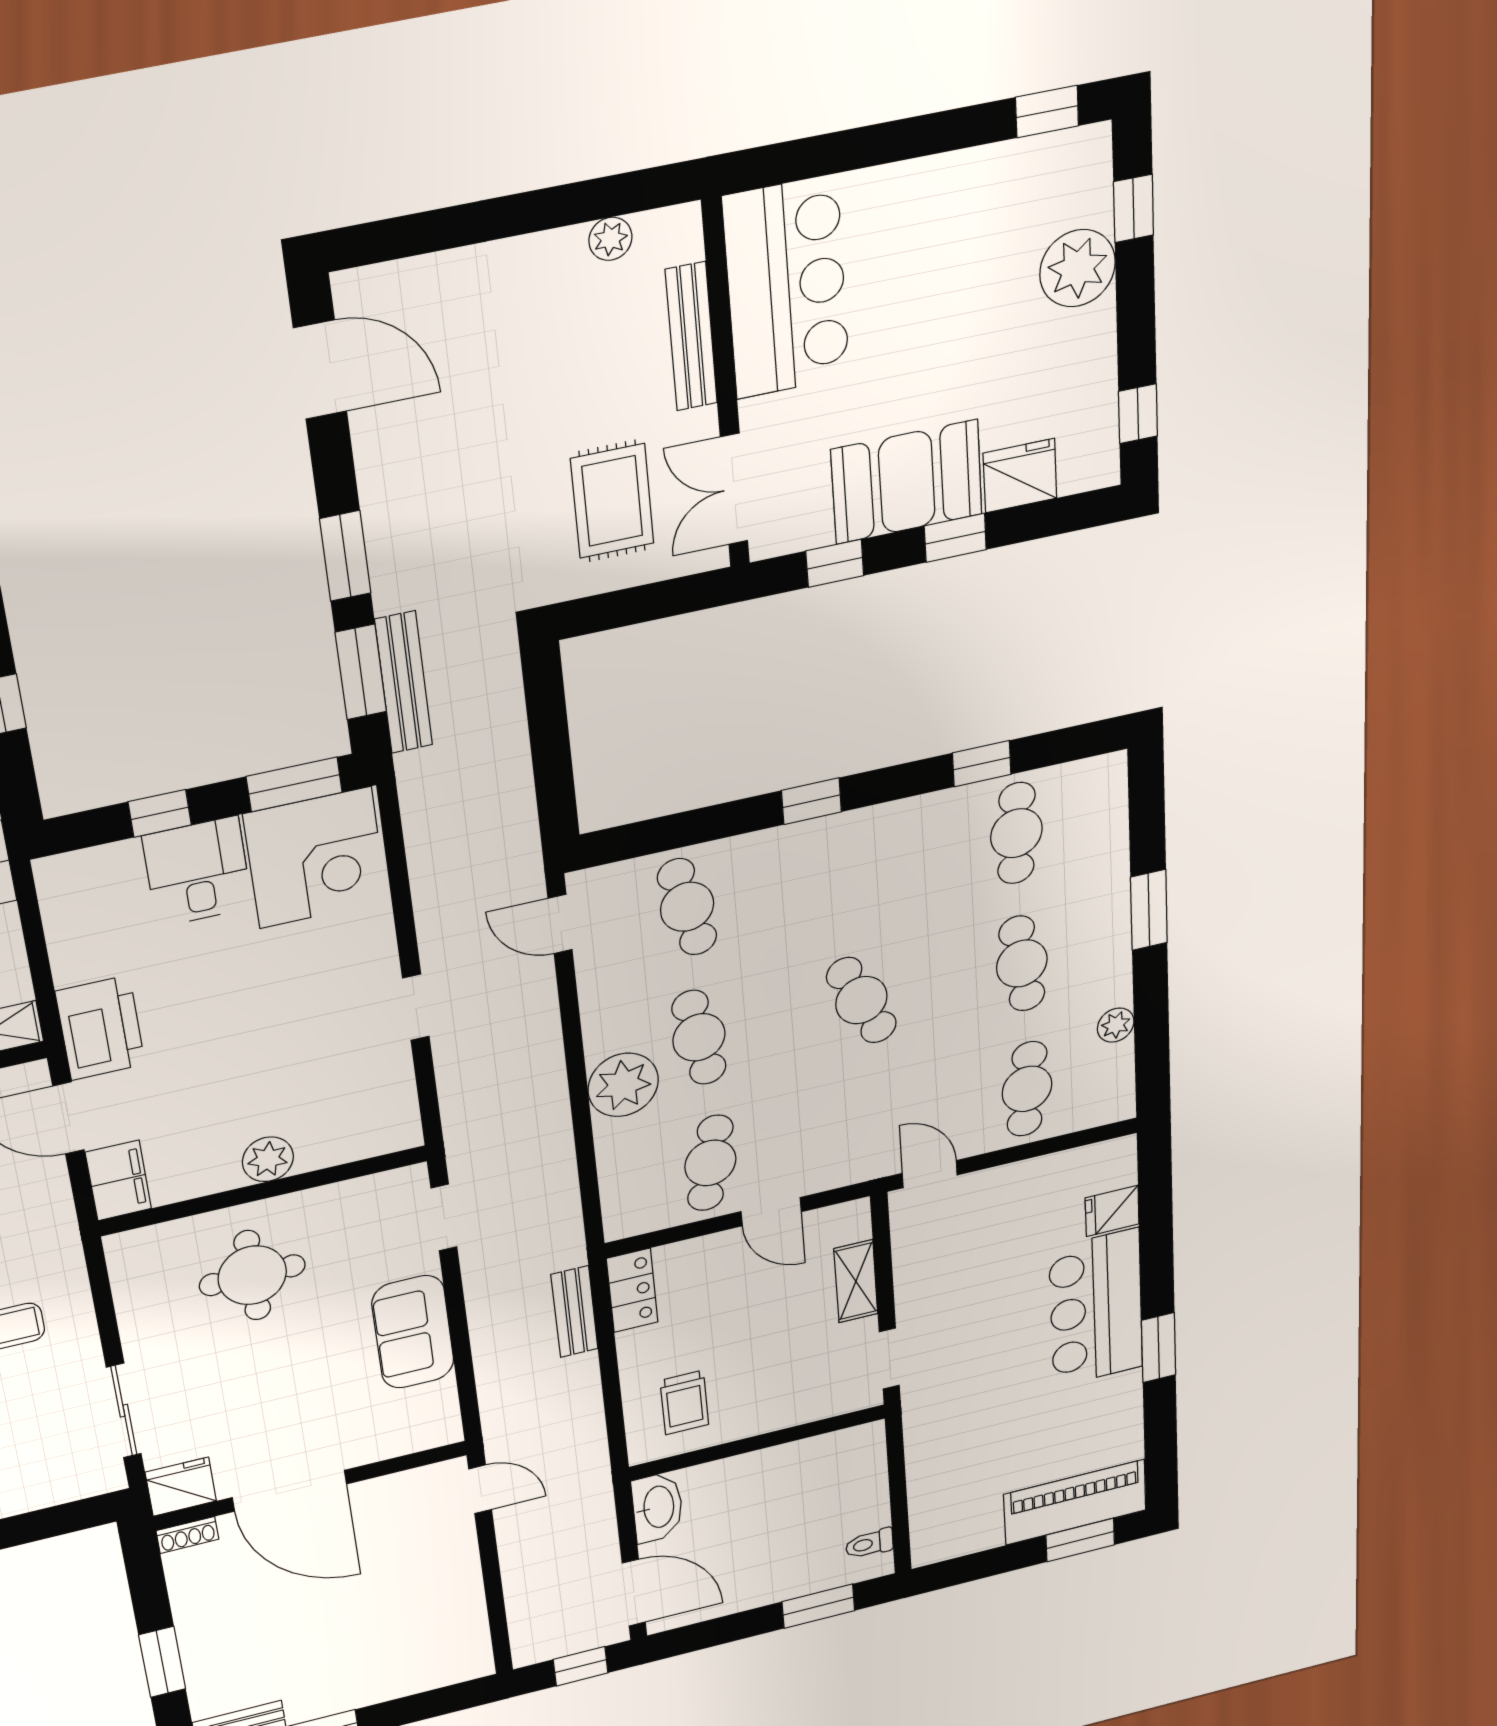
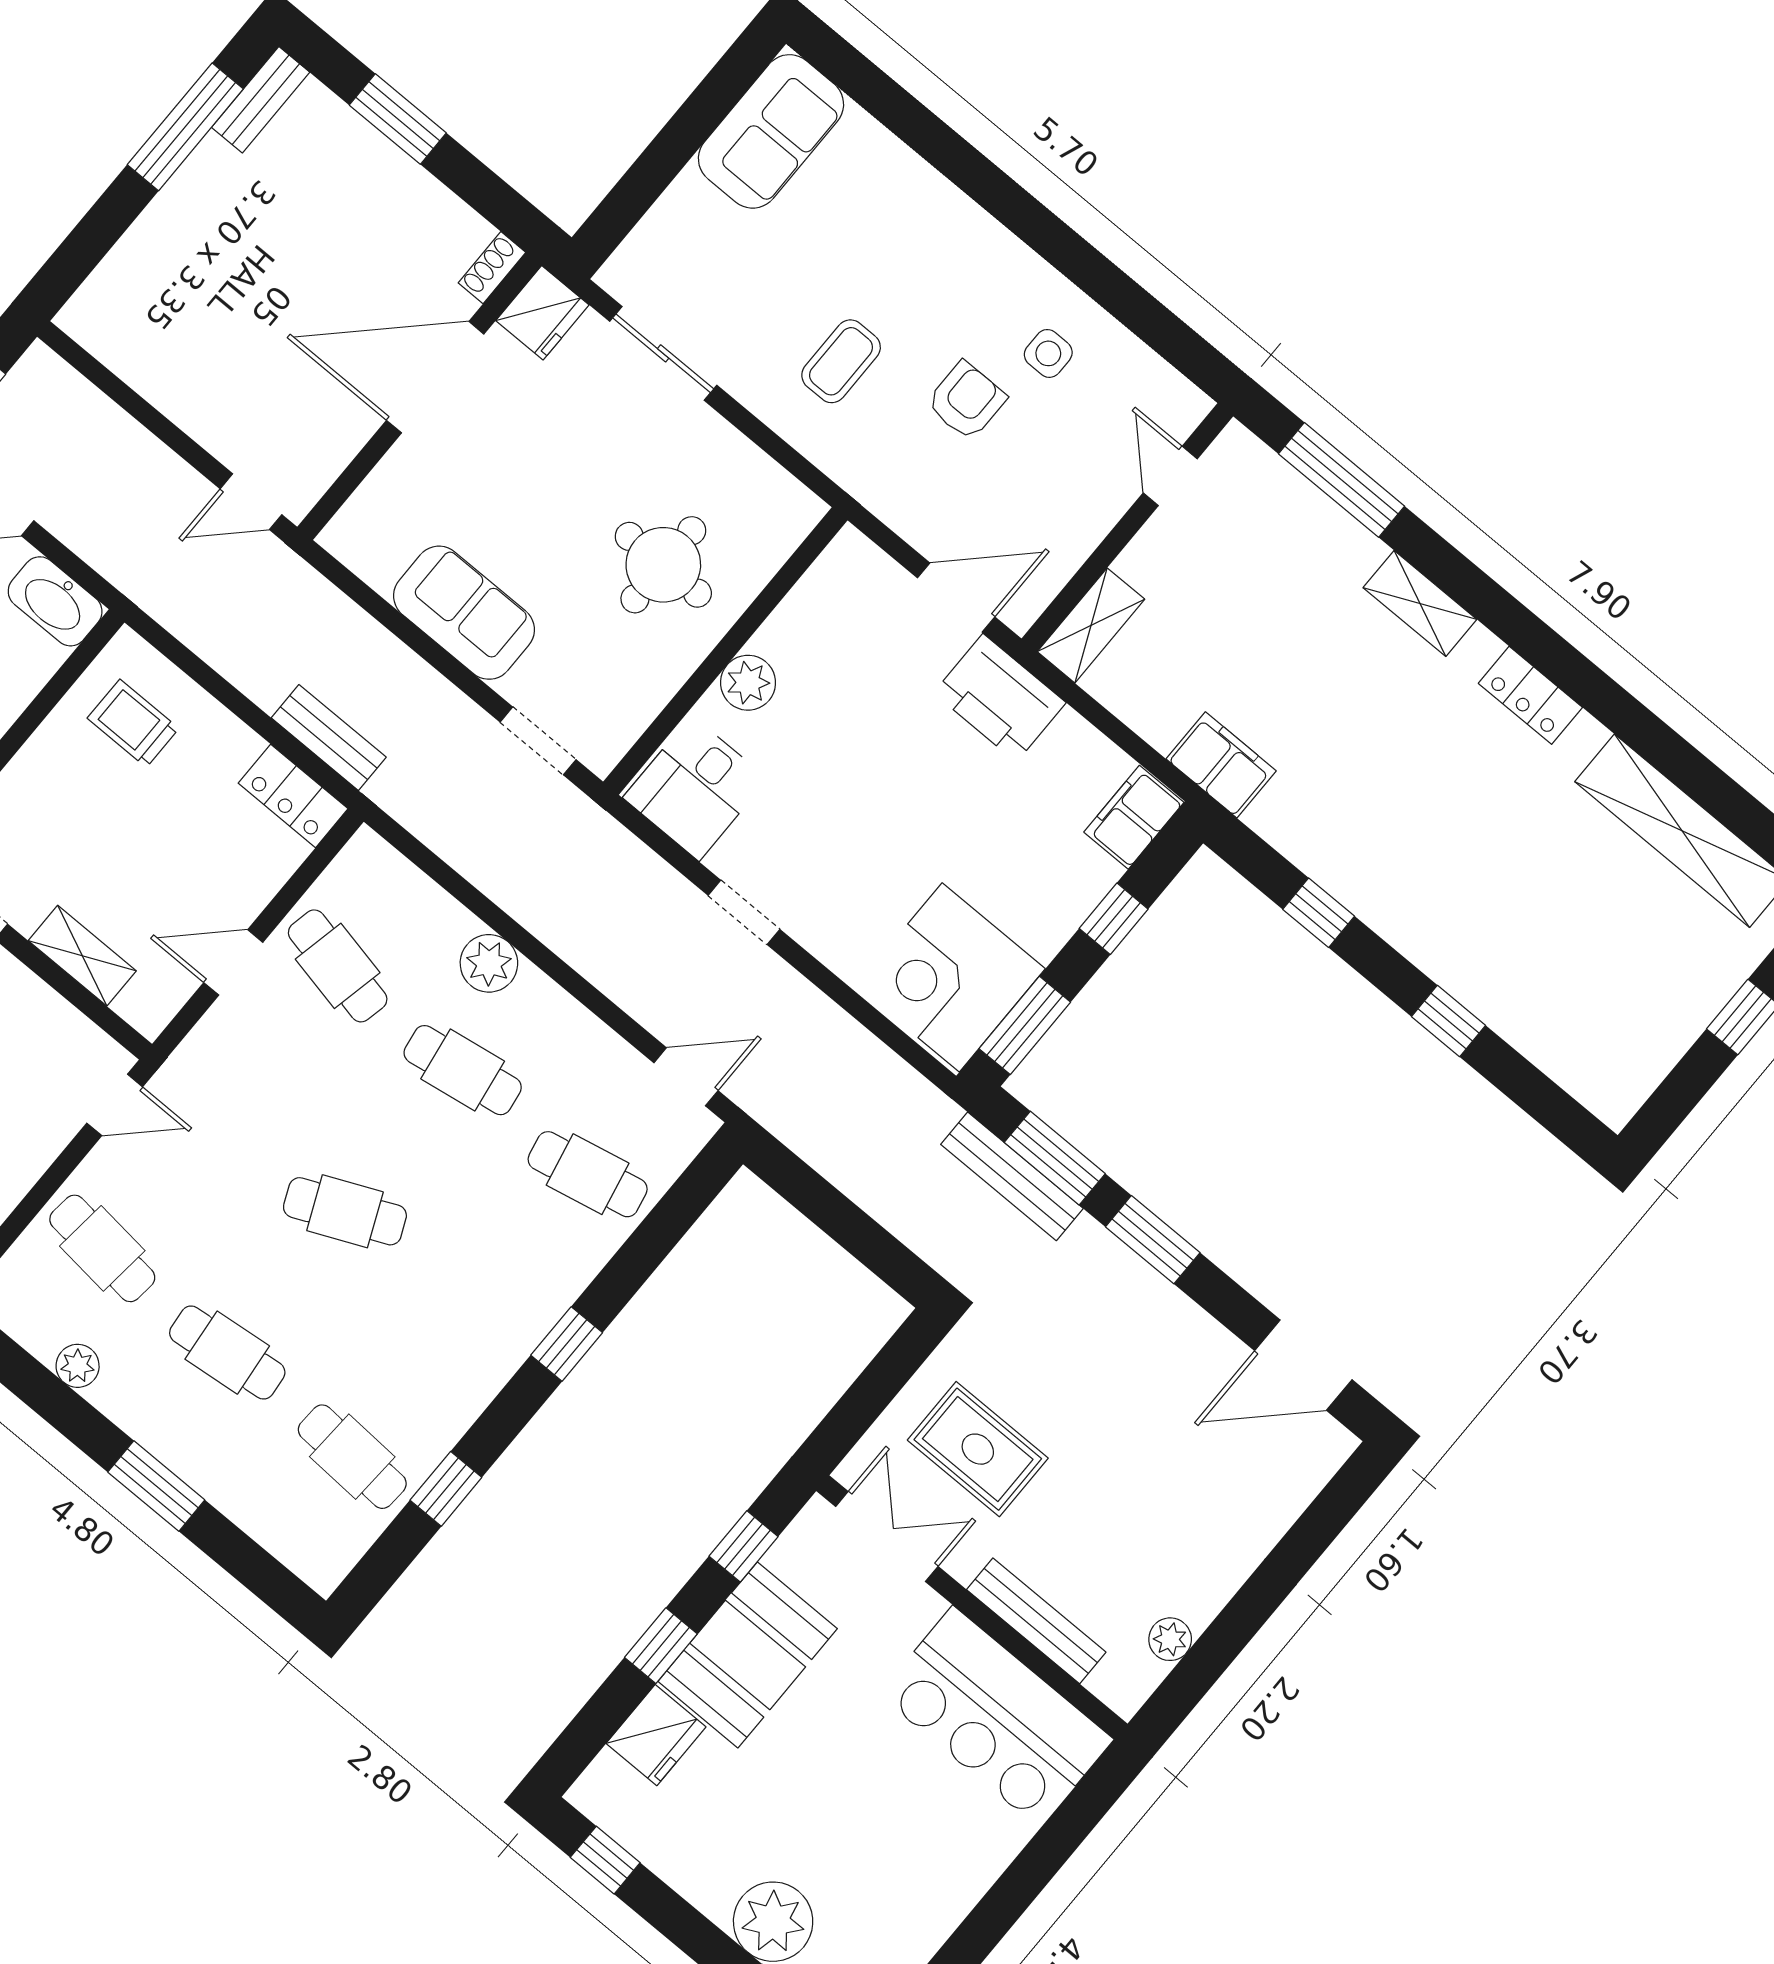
desk: (197, 872) -> (695, 788), moved, turned 90
plant: (623, 1085) -> (489, 963), width x0.73, depth x0.73
filing cabinet: (118, 1180) -> (1134, 817), moved, turned 90

